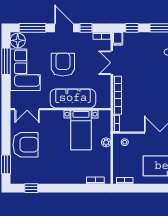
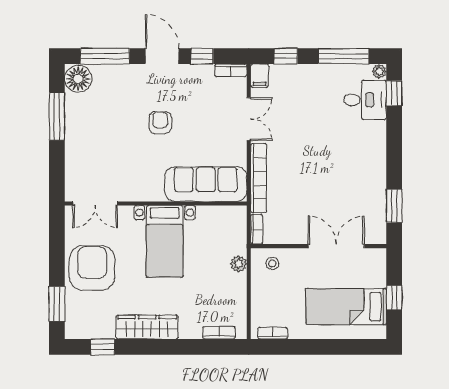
double door: (112, 63) -> (249, 119), swing flipped
armchair: (63, 65) -> (160, 123), width x0.53, depth x0.53
corner sofa: (25, 70) -> (92, 132), removed
sofa: (73, 98) -> (206, 184), moved
bed with nightstands: (81, 130) -> (165, 241), moved
armchair: (25, 145) -> (92, 268), turned -90
wardrobe: (56, 177) -> (147, 327), added

